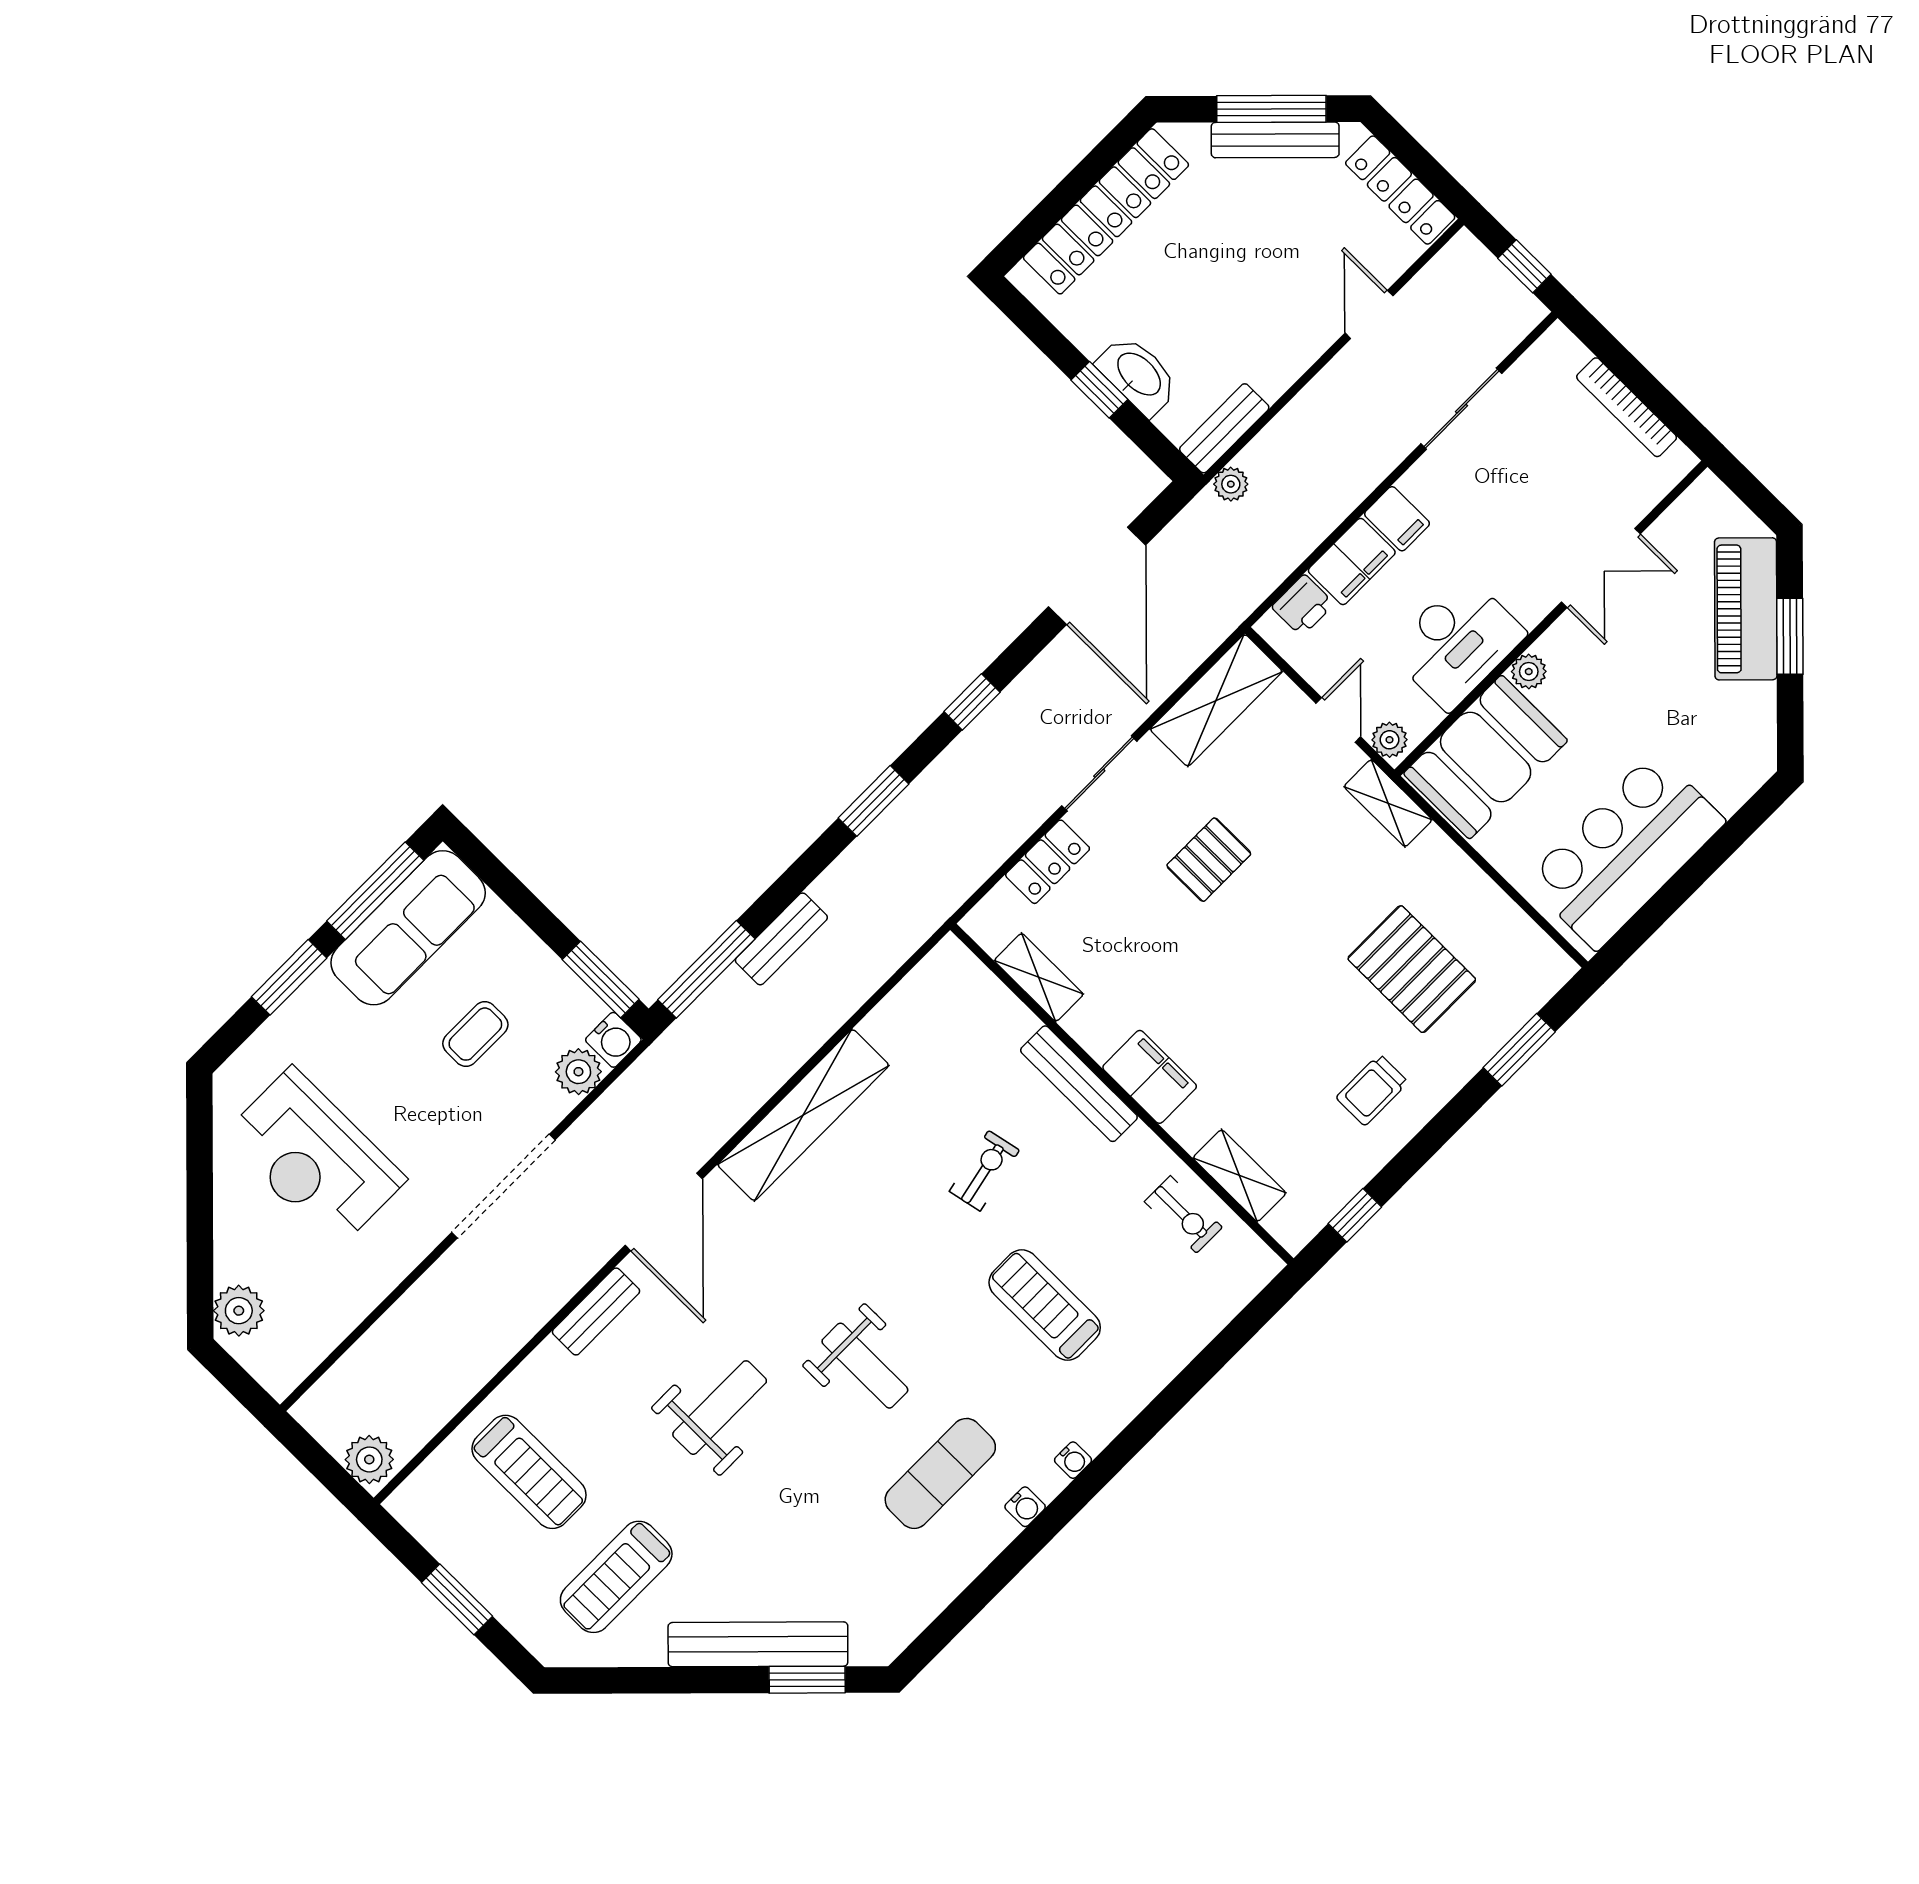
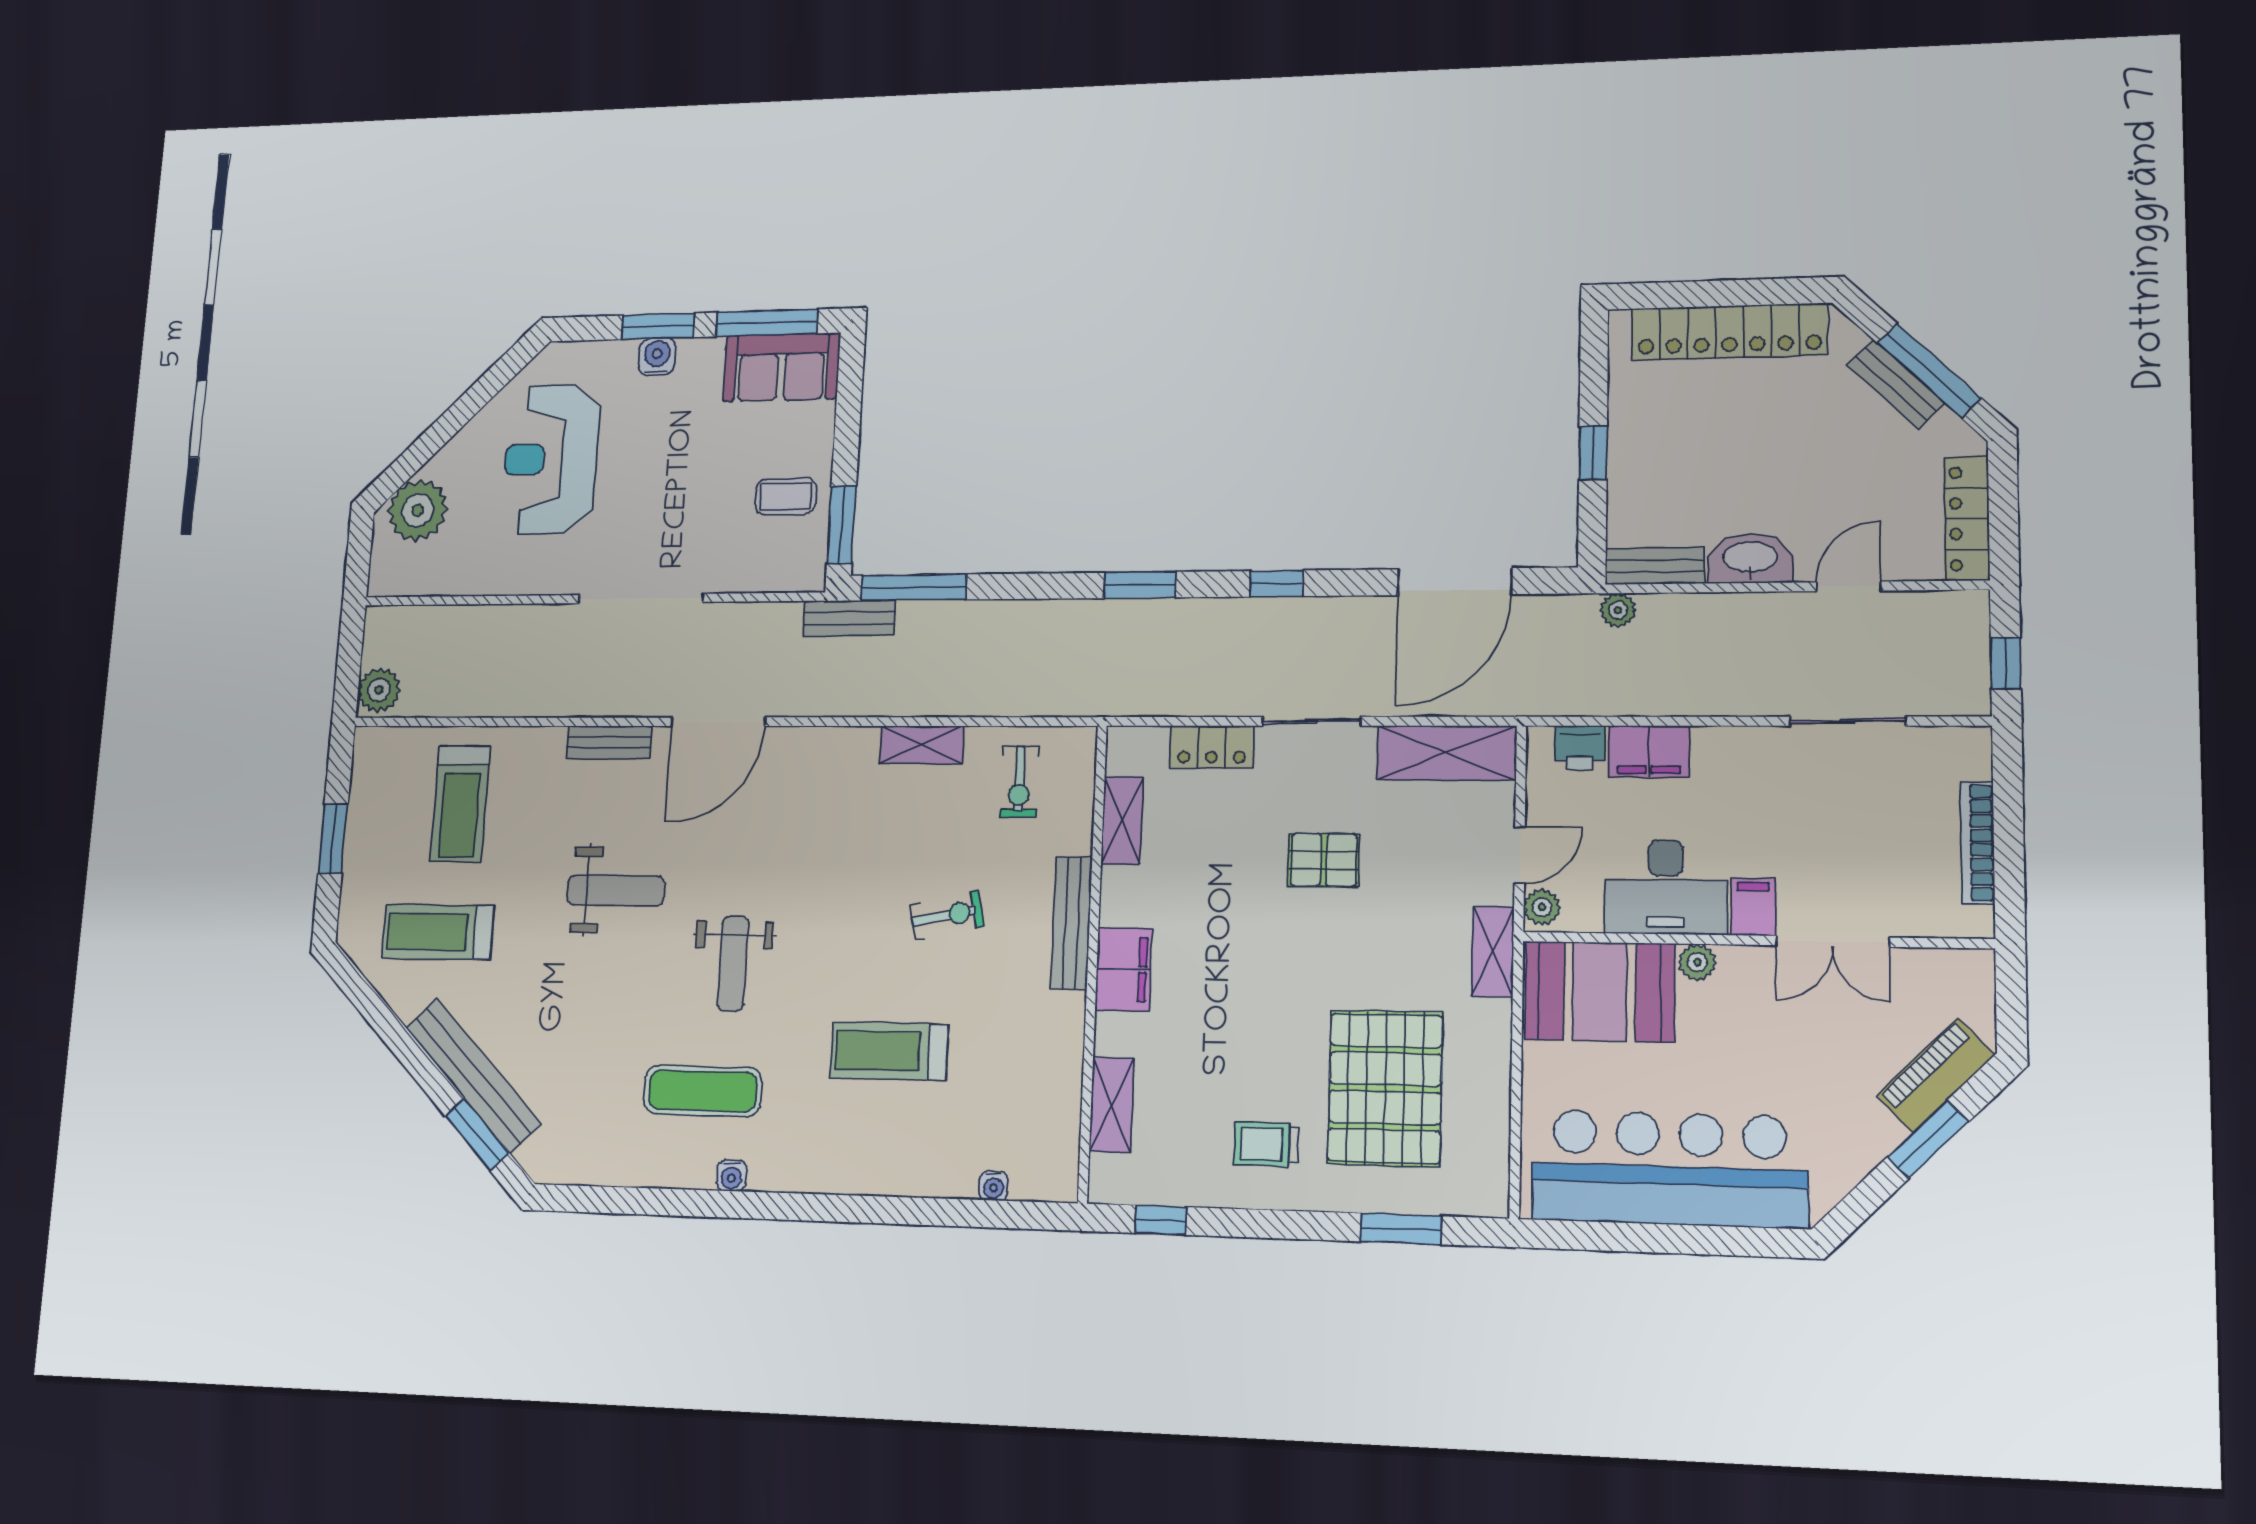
bench: (1275, 140) -> (1896, 384), width x0.73
washbasin: (1138, 375) -> (1750, 558), moved, turned -90
filing cabinet: (1397, 519) -> (1753, 907), moved, turned 180
piano: (1746, 609) -> (1935, 1076), width x0.73, depth x0.75
bar counter: (1625, 851) -> (1669, 1169), width x1.36
sofa: (408, 928) -> (782, 367), width x0.73
bench: (781, 939) -> (849, 618), moved
pallet: (1412, 969) -> (1385, 1088), width x1.37, depth x1.41
coffee table: (475, 1034) -> (786, 496), moved
water cooler: (613, 1040) -> (657, 357), moved, turned 180
plant: (578, 1072) -> (764, 572), removed
shelving: (803, 1115) -> (922, 745), width x0.45, depth x0.75
exercise bike: (1183, 1214) -> (1019, 782), moved
treadmill: (1045, 1305) -> (889, 1051), turned -90
plant: (239, 1311) -> (418, 510), width x1.36, depth x1.36
water cooler: (1073, 1460) -> (994, 1186), moved

